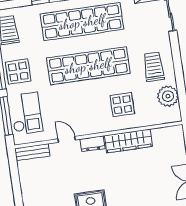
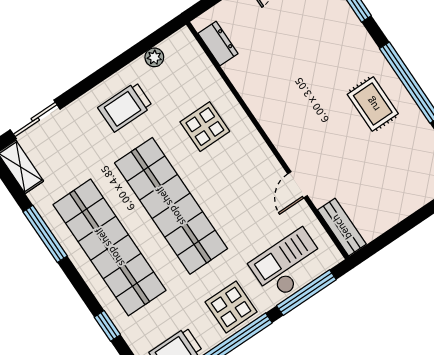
plant: (168, 96) -> (154, 57), width x0.53, depth x0.53
wardrobe: (128, 141) -> (255, 91), removed
dresser: (92, 144) -> (218, 44), moved

